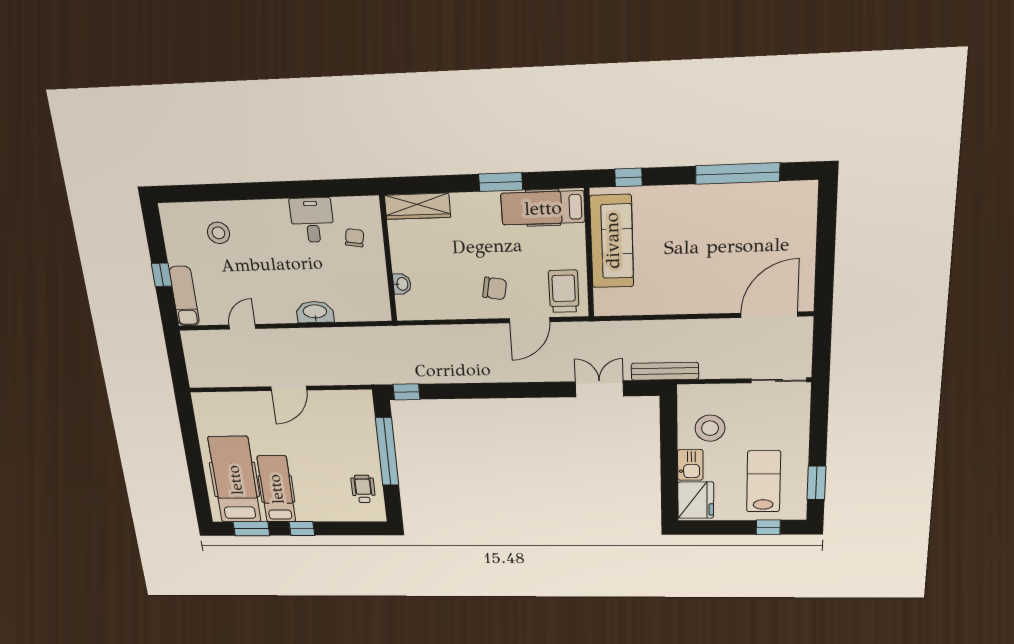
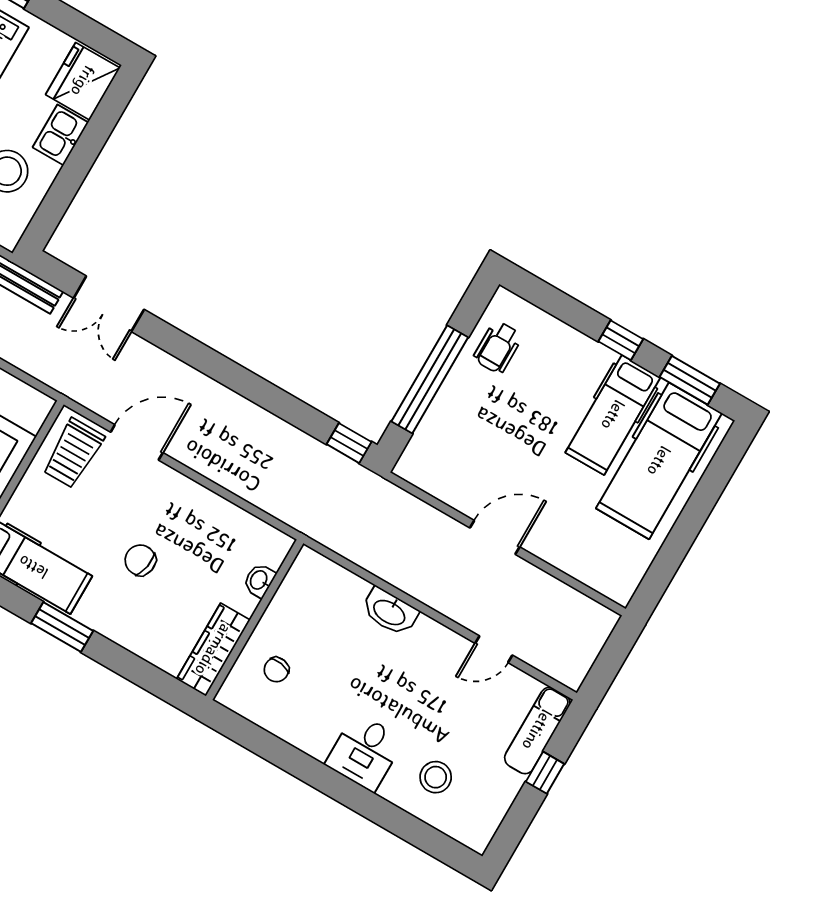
wardrobe: (418, 206) -> (213, 650), moved, turned -90
desk: (312, 220) -> (365, 752), moved
chair: (495, 288) -> (140, 560), moved

